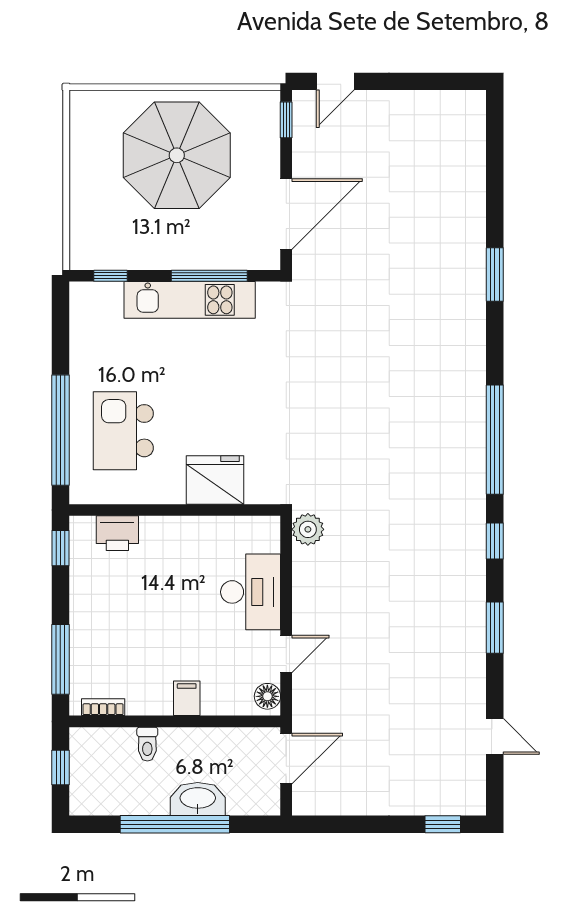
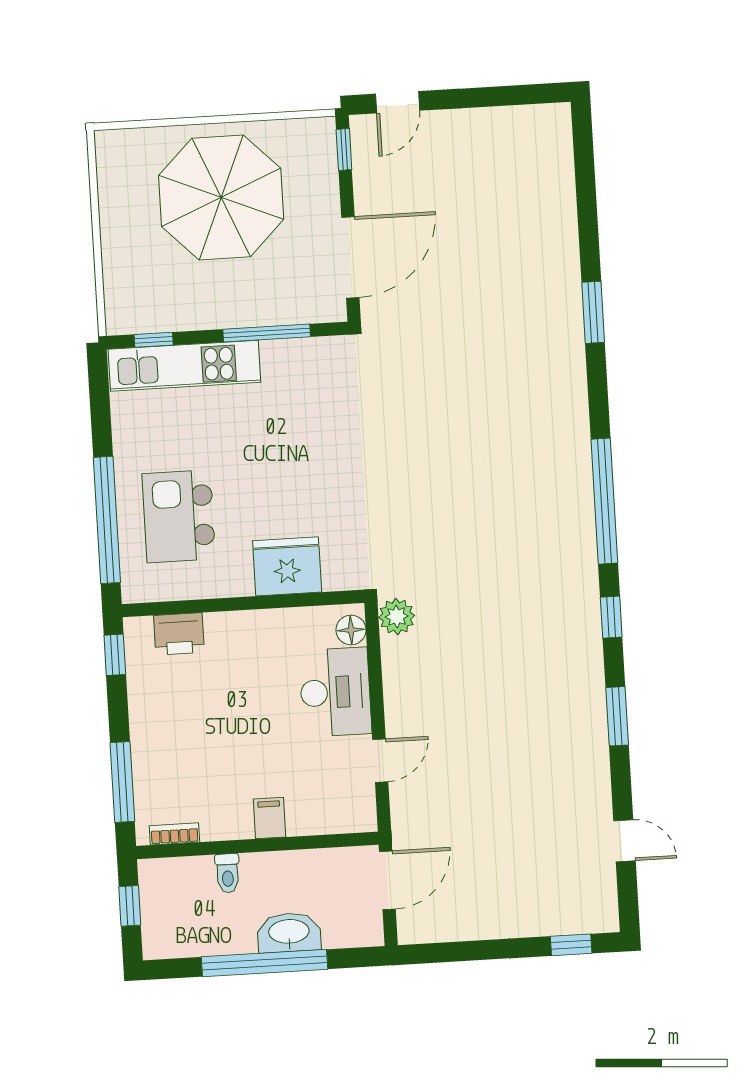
kitchen unit: (190, 300) -> (184, 366), moved
floor lamp: (267, 696) -> (351, 630), moved

